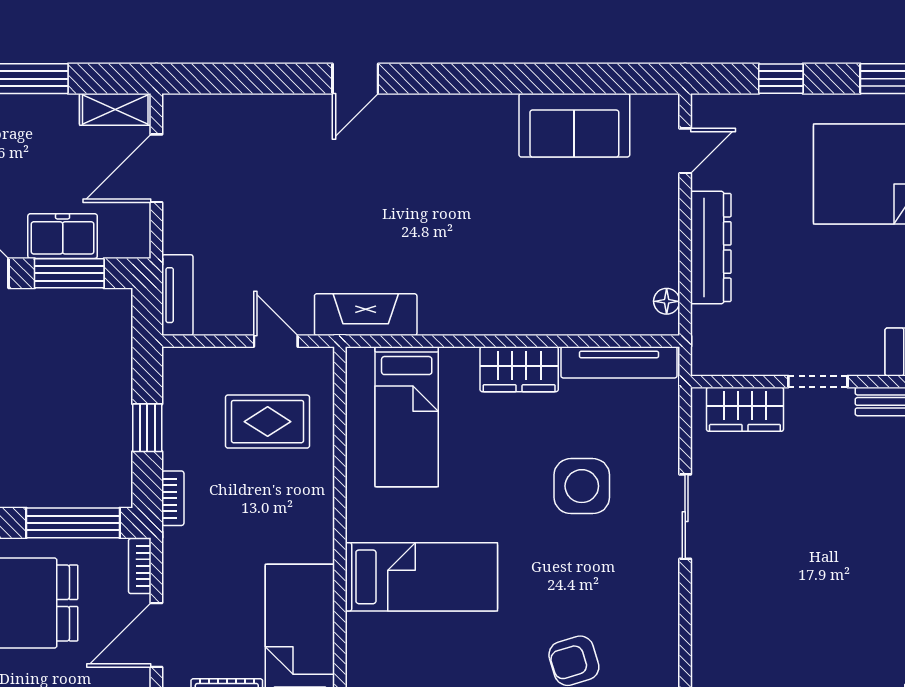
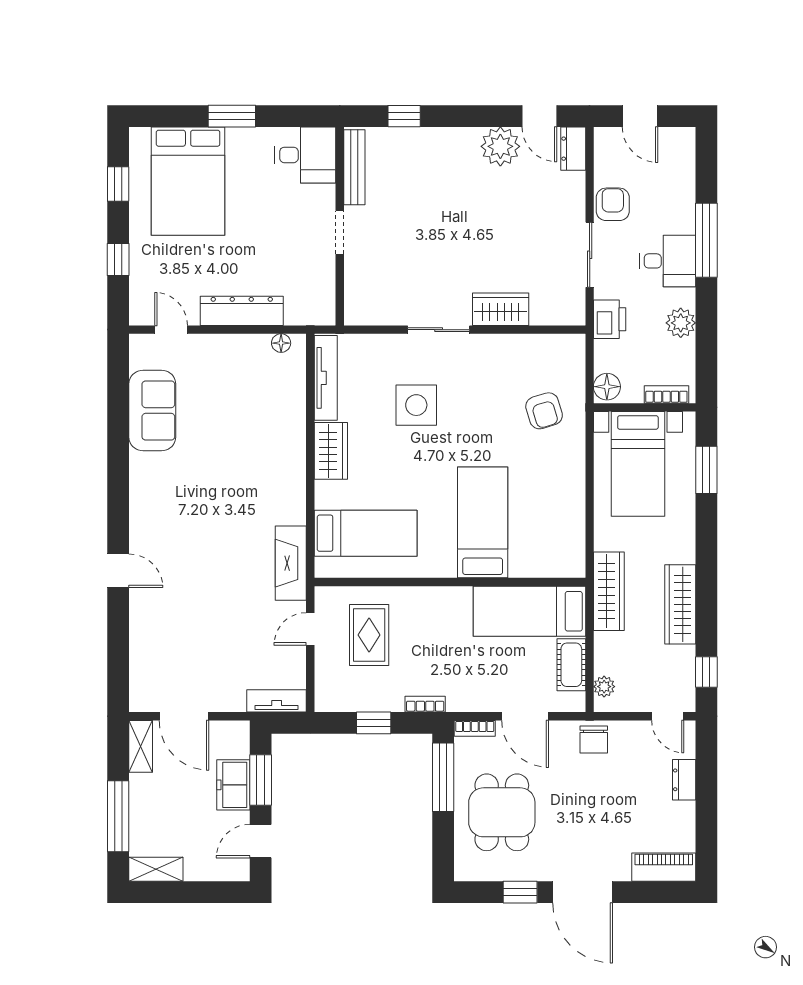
wardrobe: (745, 409) -> (501, 309), moved, turned -90

